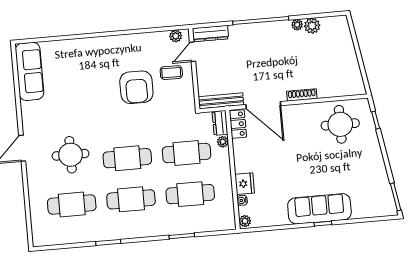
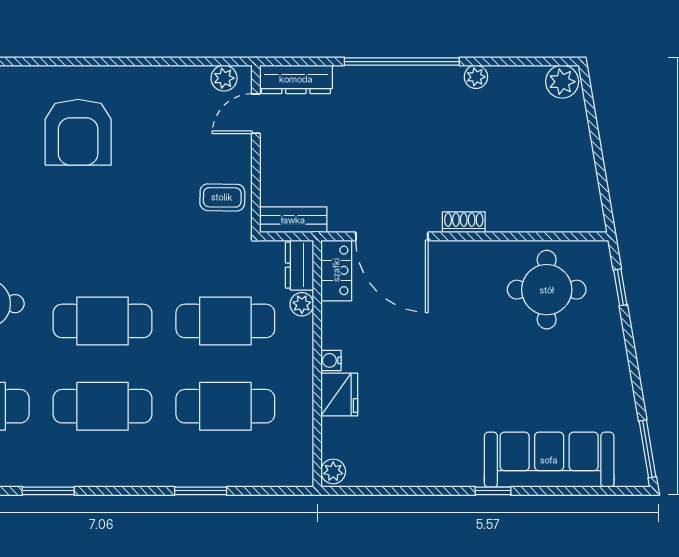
plant: (312, 26) -> (562, 82), moved
coffee table: (171, 73) -> (222, 197), moved
armchair: (136, 87) -> (78, 132), moved
shoe rack: (302, 95) -> (464, 222), width x0.70
bench: (221, 101) -> (293, 220), width x0.73
water cooler: (242, 200) -> (331, 360), moved
sofa: (319, 209) -> (549, 460), moved

